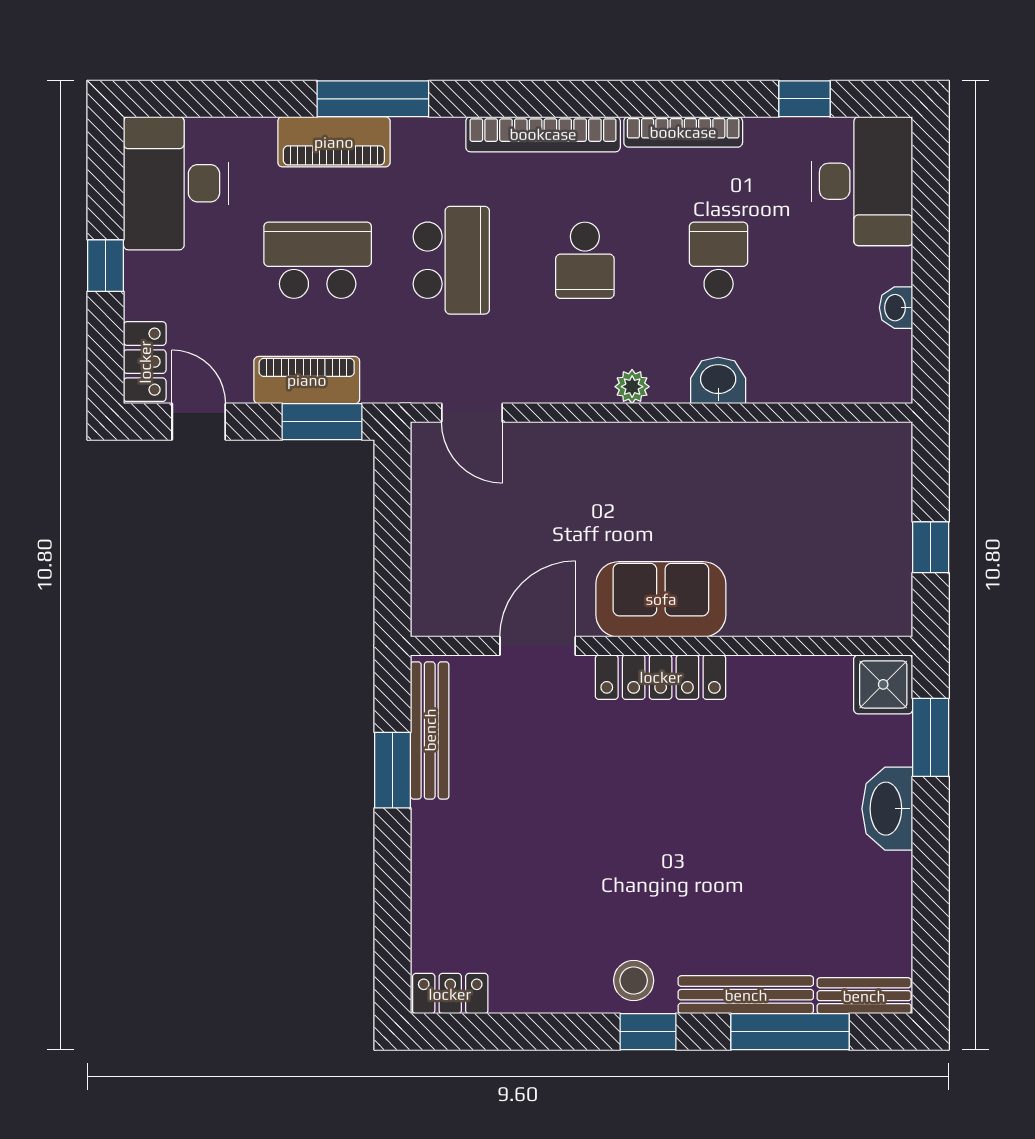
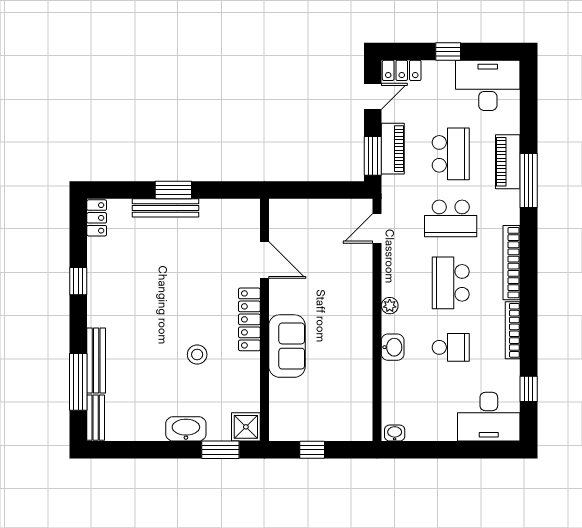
school desk: (585, 260) -> (451, 283), width x1.85
washbasin: (896, 308) -> (395, 433), moved
sofa: (661, 599) -> (287, 346), moved
bench: (430, 730) -> (166, 208), moved
window: (393, 770) -> (173, 190), moved
stool: (634, 981) -> (197, 355), moved
window: (648, 1032) -> (78, 281), moved

